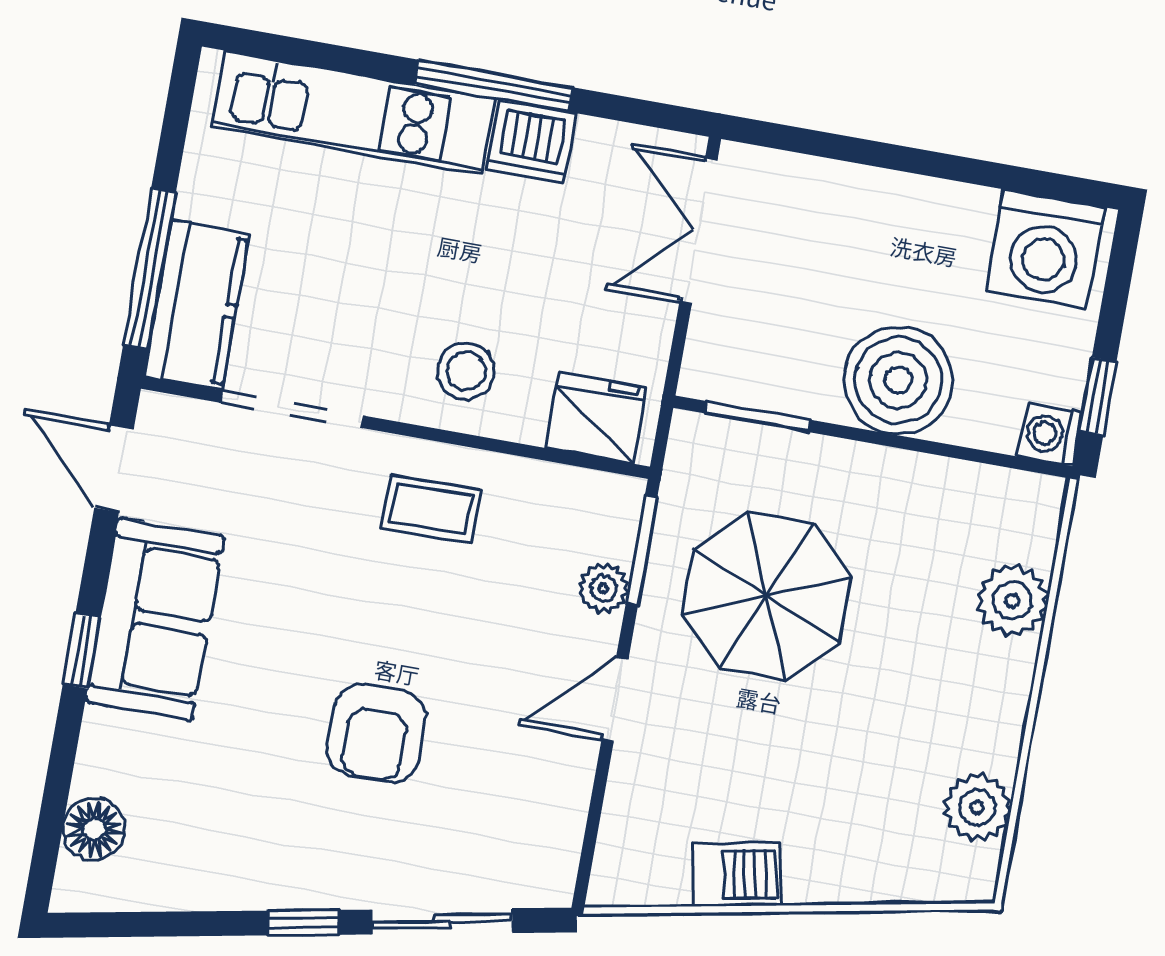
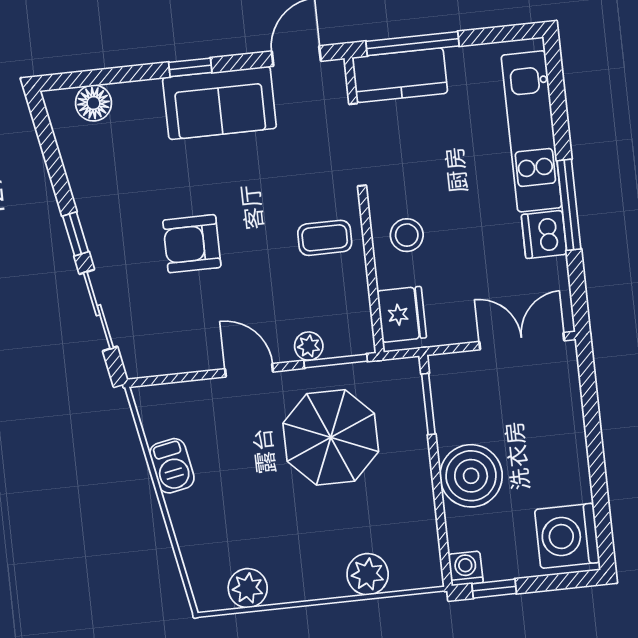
coffee table: (431, 509) -> (325, 238), turned 90

